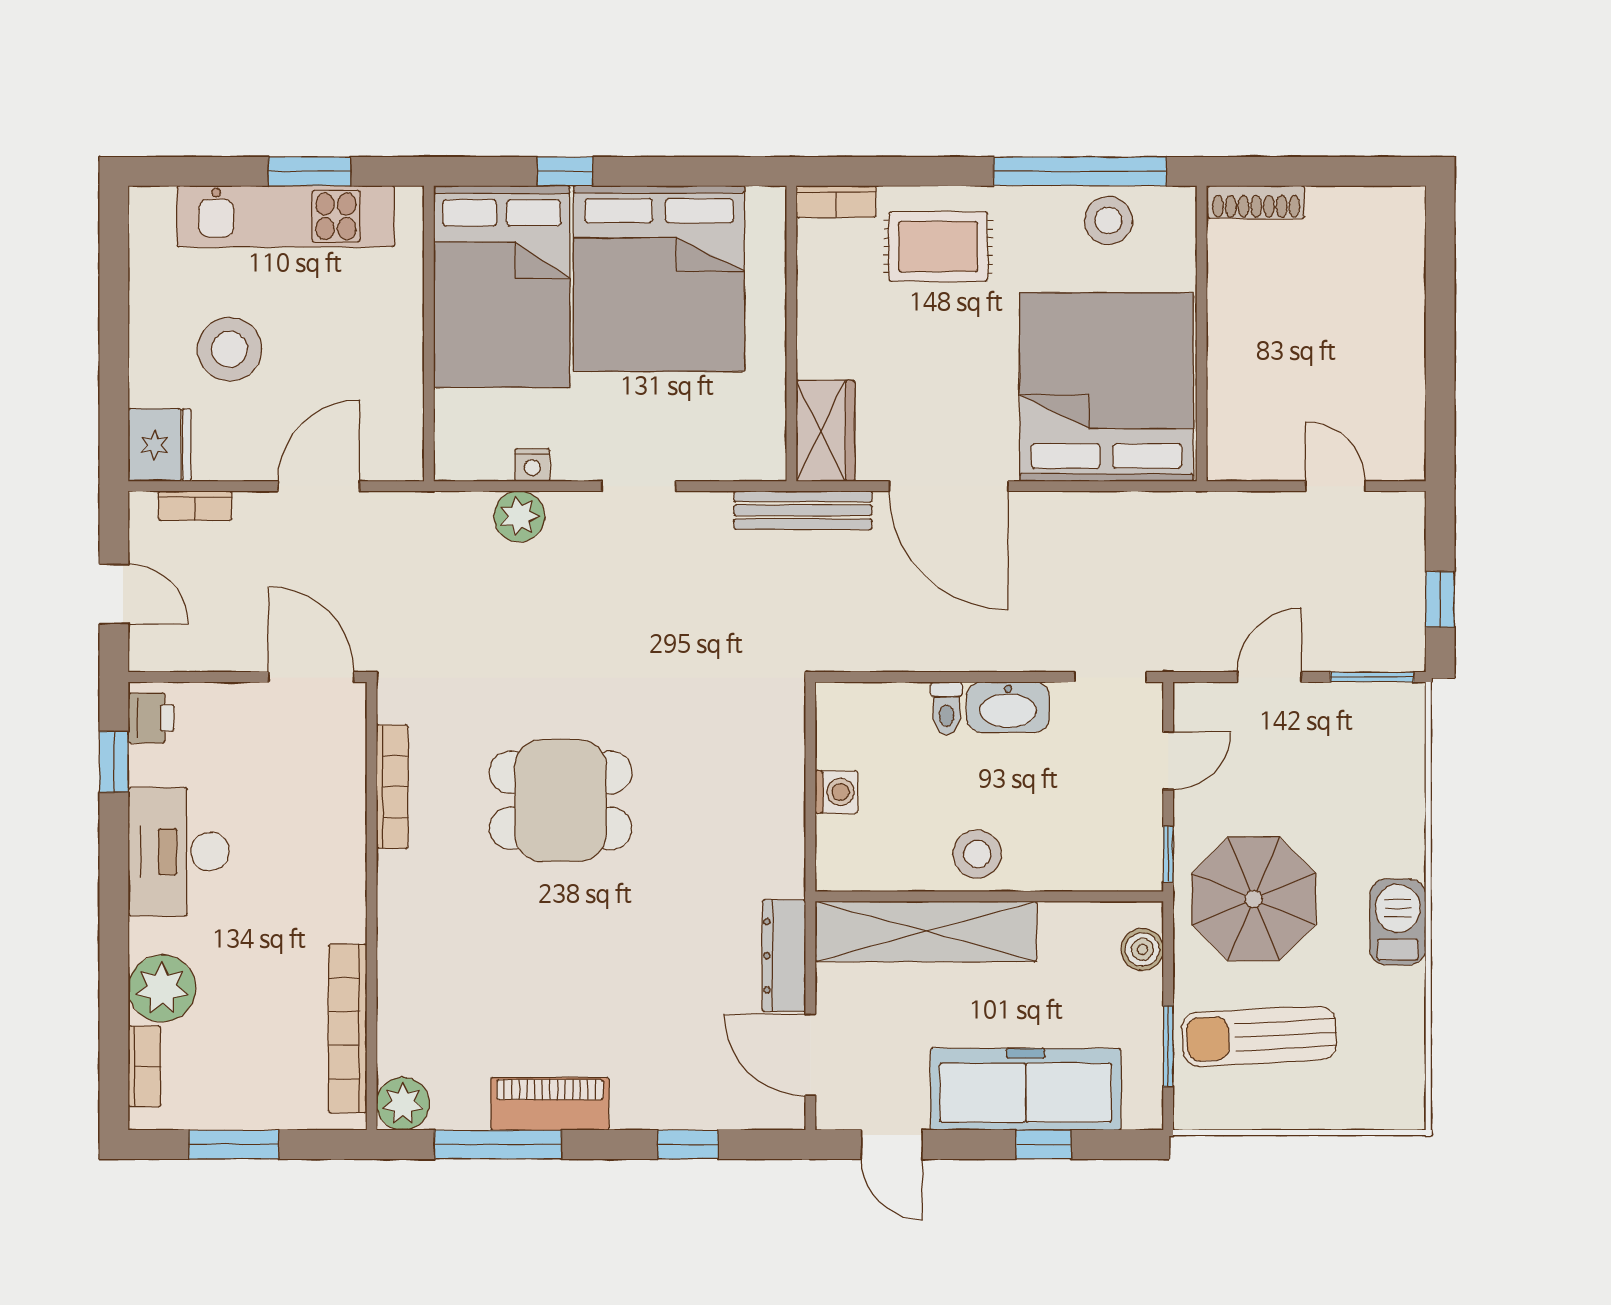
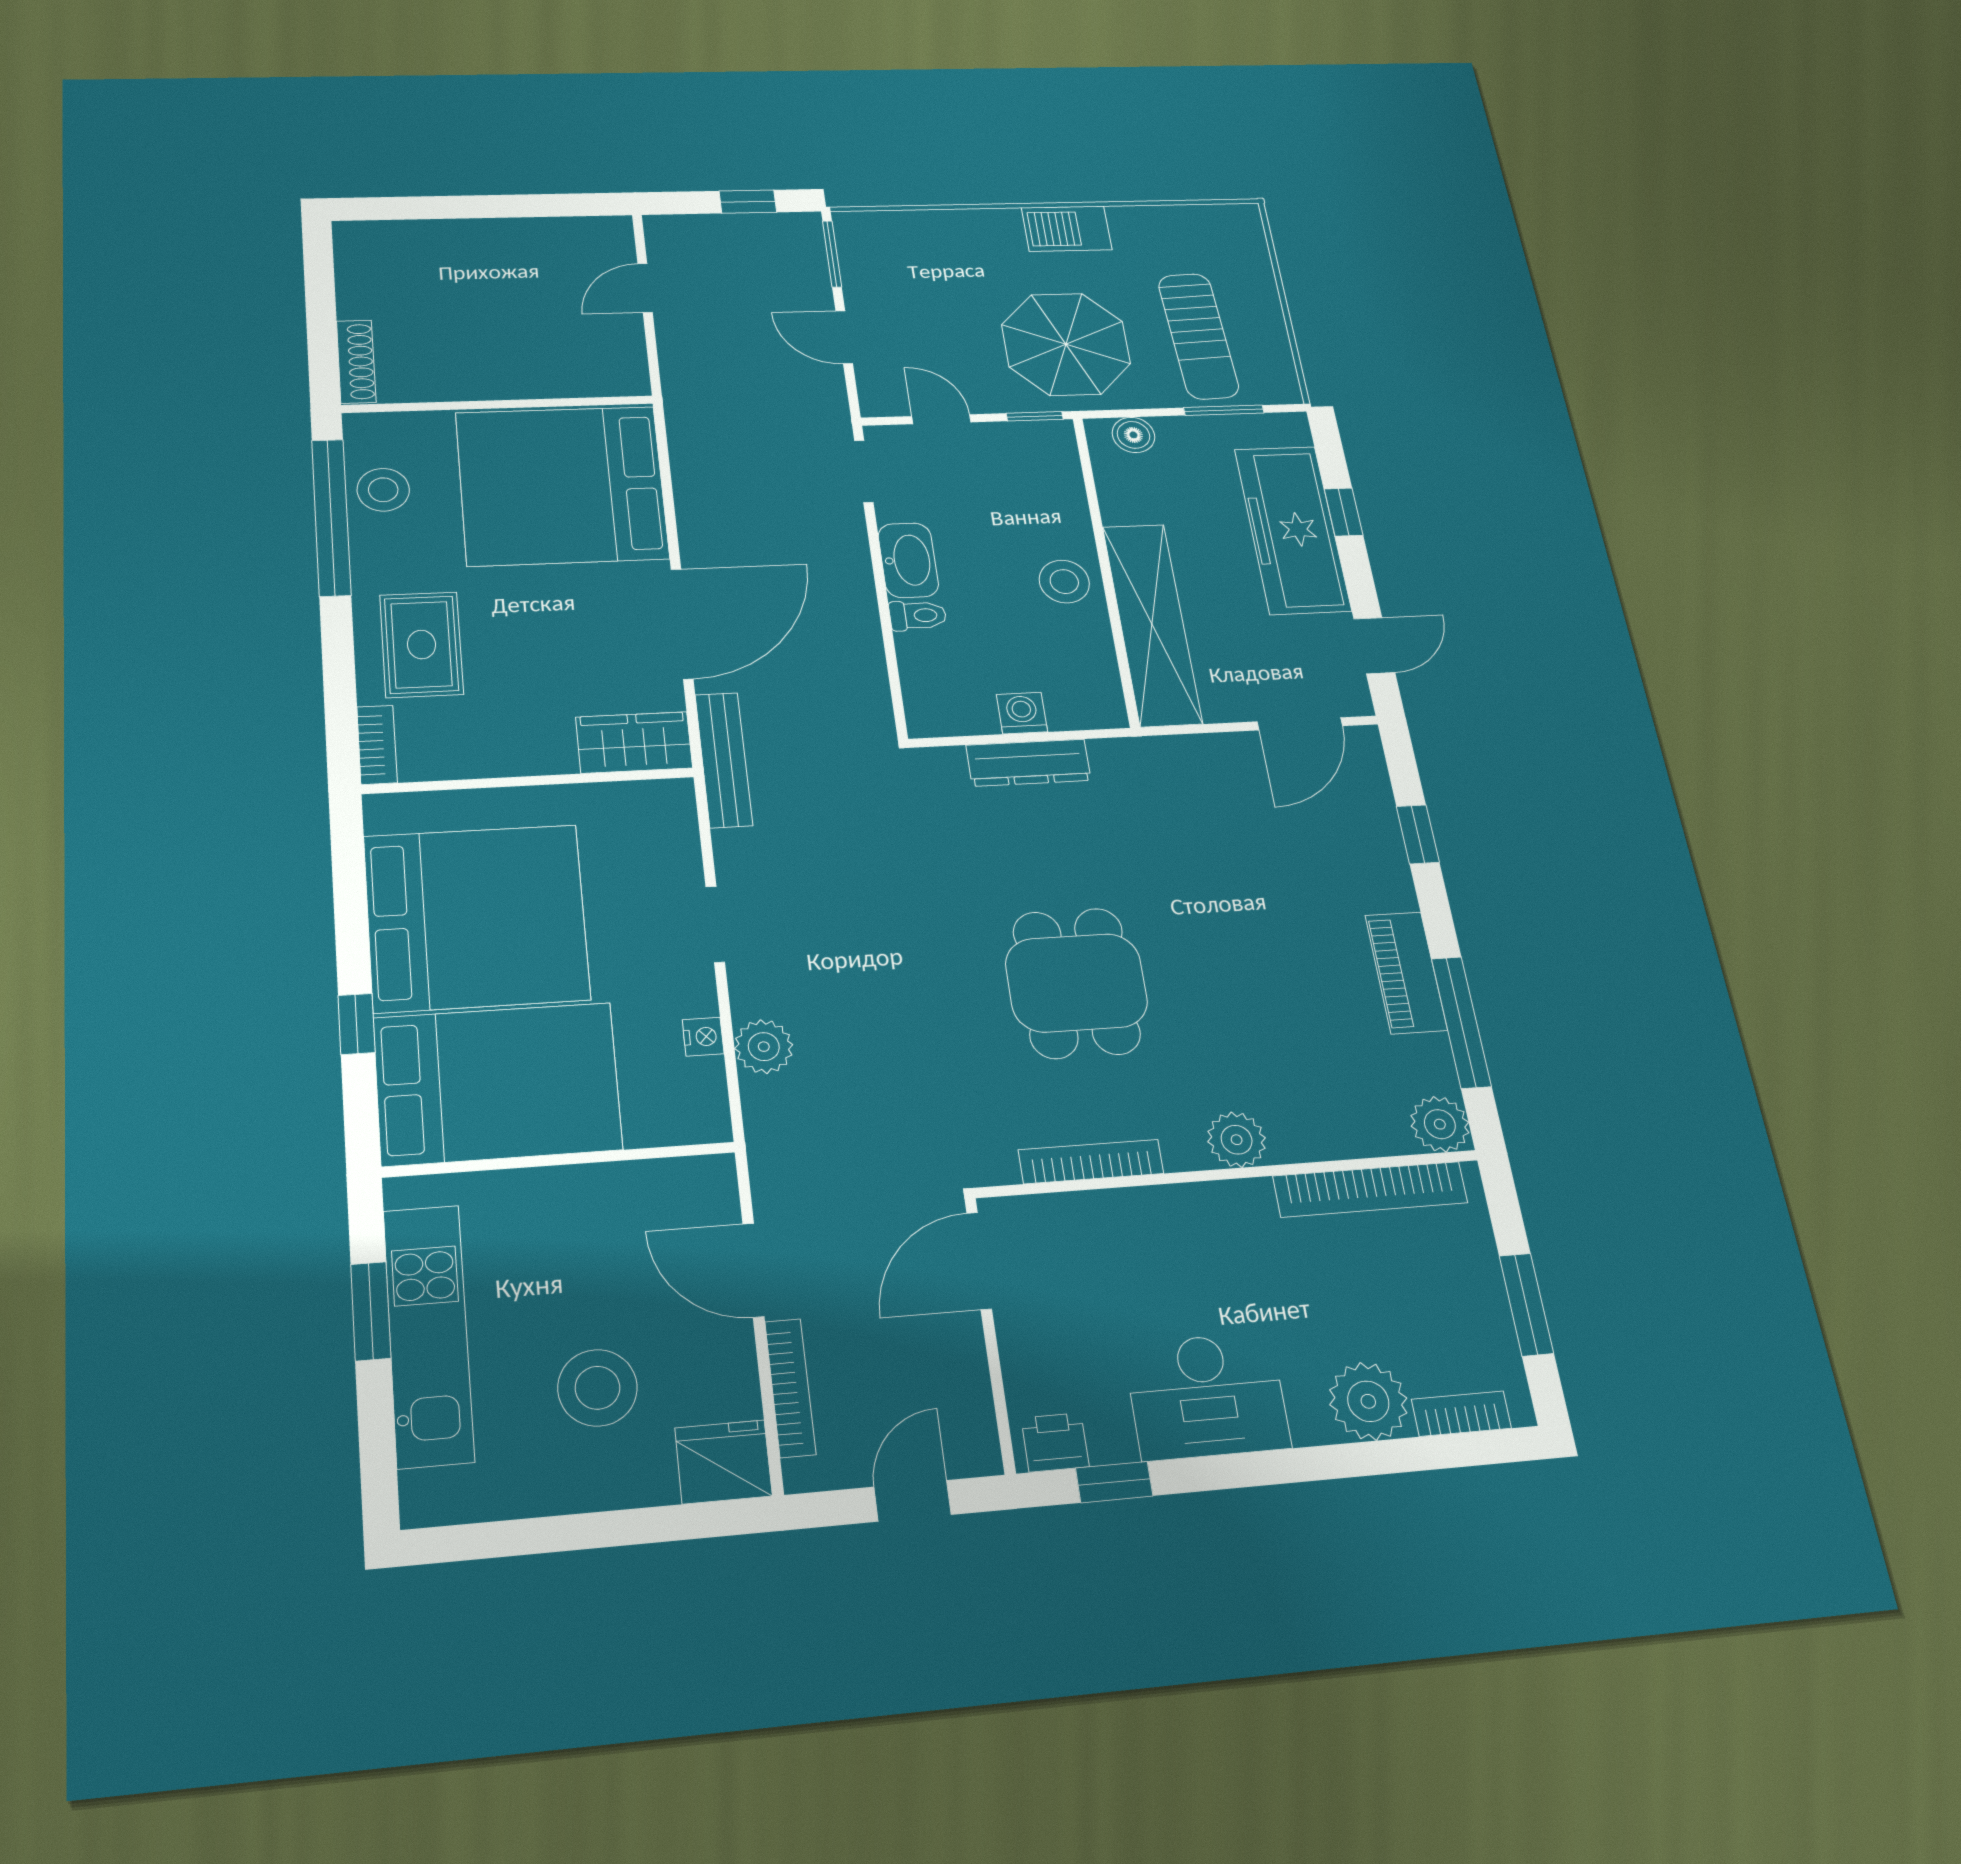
bookcase: (195, 506) -> (790, 1388), width x1.56
plant: (402, 918) -> (1237, 1140), added
dresser: (784, 956) -> (1028, 763), moved

